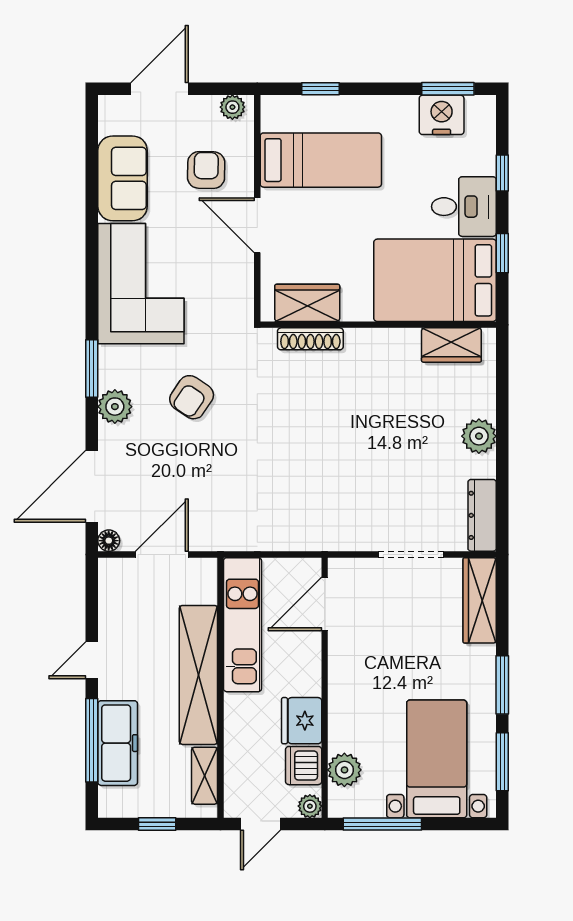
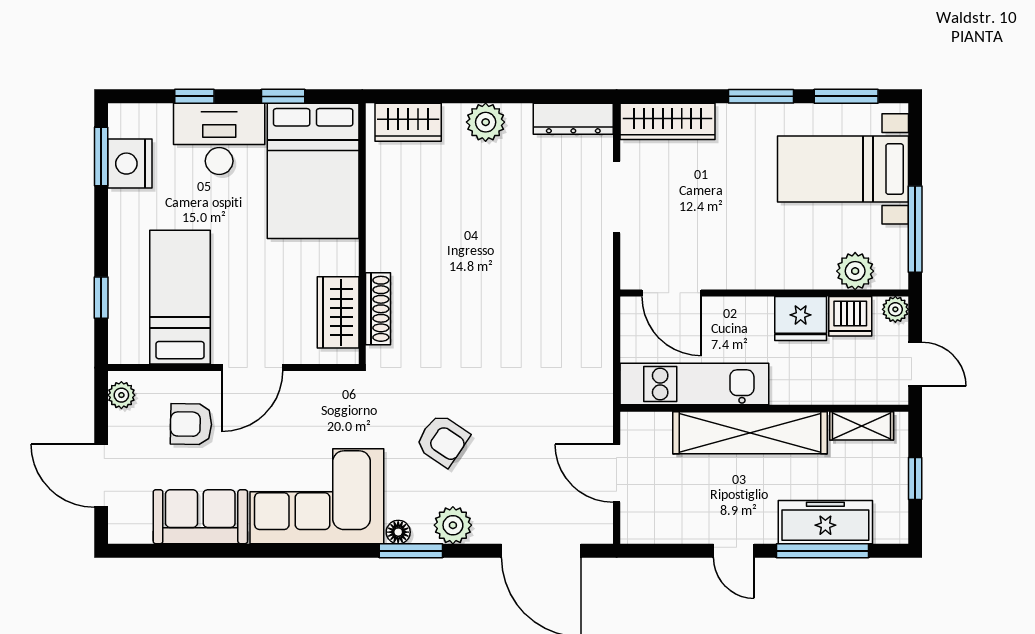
desk: (464, 207) -> (219, 139), width x1.37
wardrobe: (451, 345) -> (408, 122), moved, turned 90
floor lamp: (109, 541) -> (398, 532), moved

